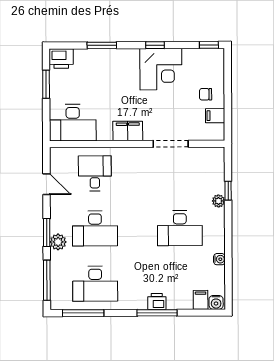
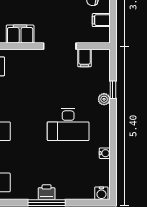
filing cabinet: (201, 300) -> (84, 58), moved, turned 180

